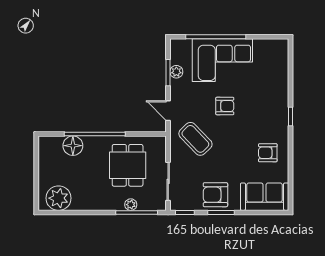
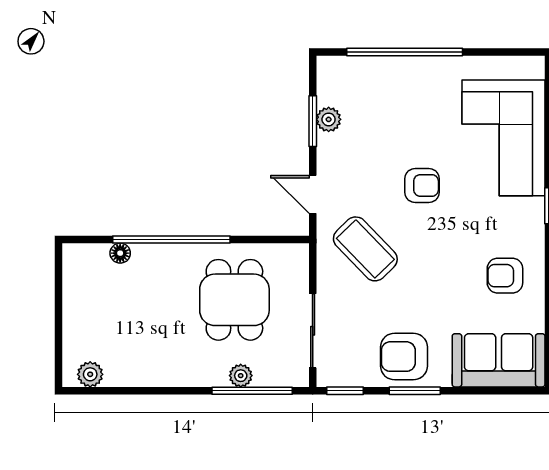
corner sofa: (222, 60) -> (504, 138), moved, turned 90
floor lamp: (73, 146) -> (120, 253), width x0.53, depth x0.53
plant: (59, 198) -> (90, 374), width x0.53, depth x0.53

